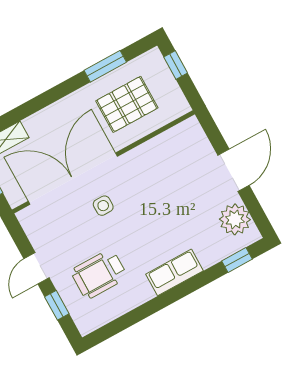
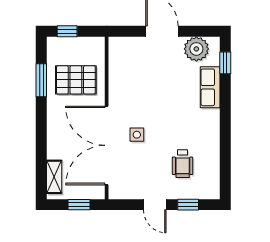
pallet: (127, 104) -> (76, 80), turned 90
row of seats: (175, 272) -> (210, 87), moved
wheelchair: (99, 274) -> (183, 164), width x0.73, depth x0.73

